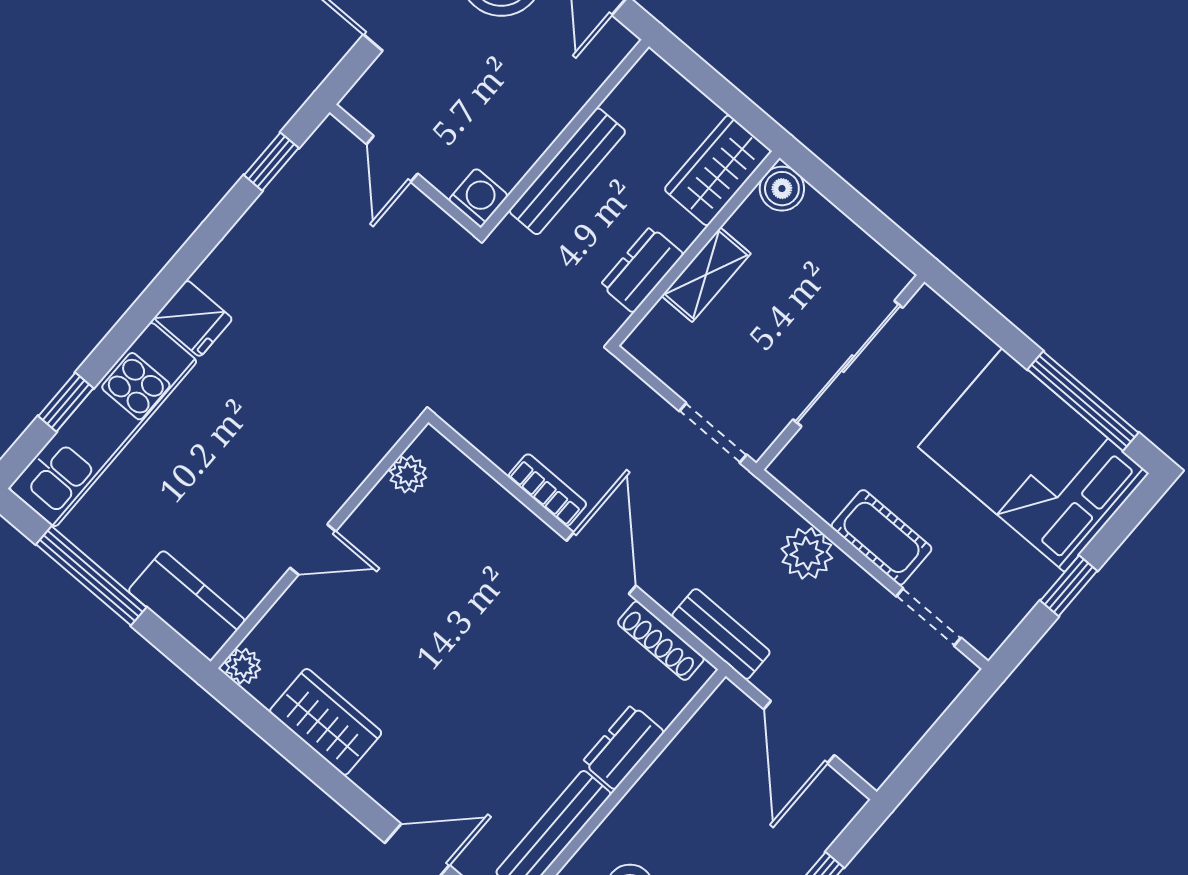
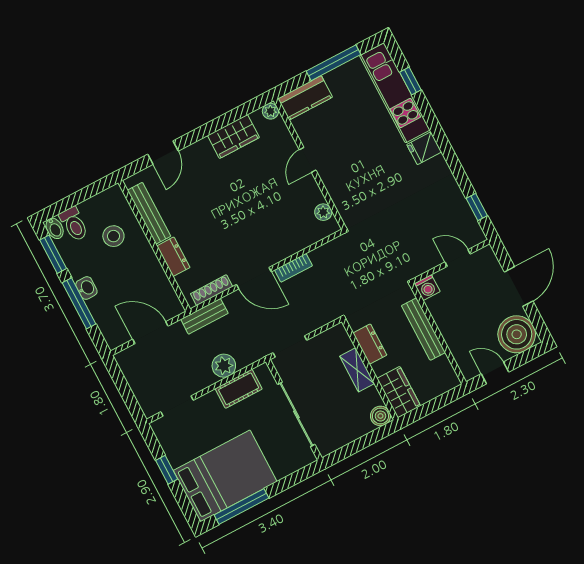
cot: (882, 537) -> (239, 389), moved

